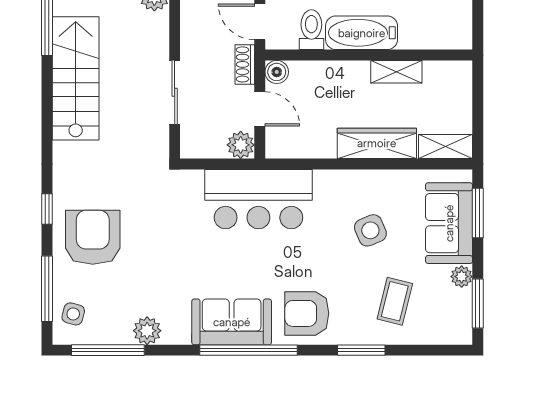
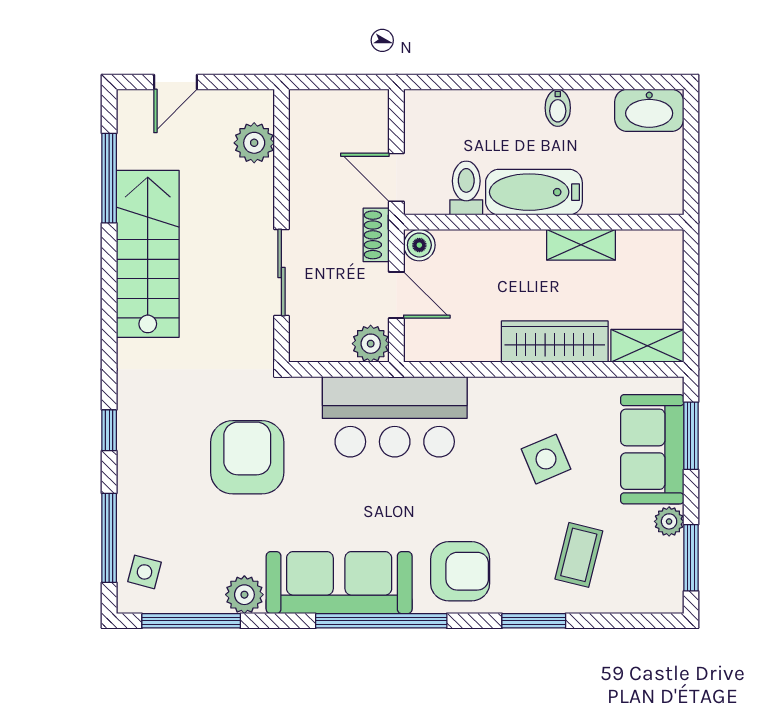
armchair: (93, 237) -> (247, 457), moved
armchair: (307, 313) -> (460, 571), turned 180
sofa: (232, 322) -> (339, 583), width x1.36

